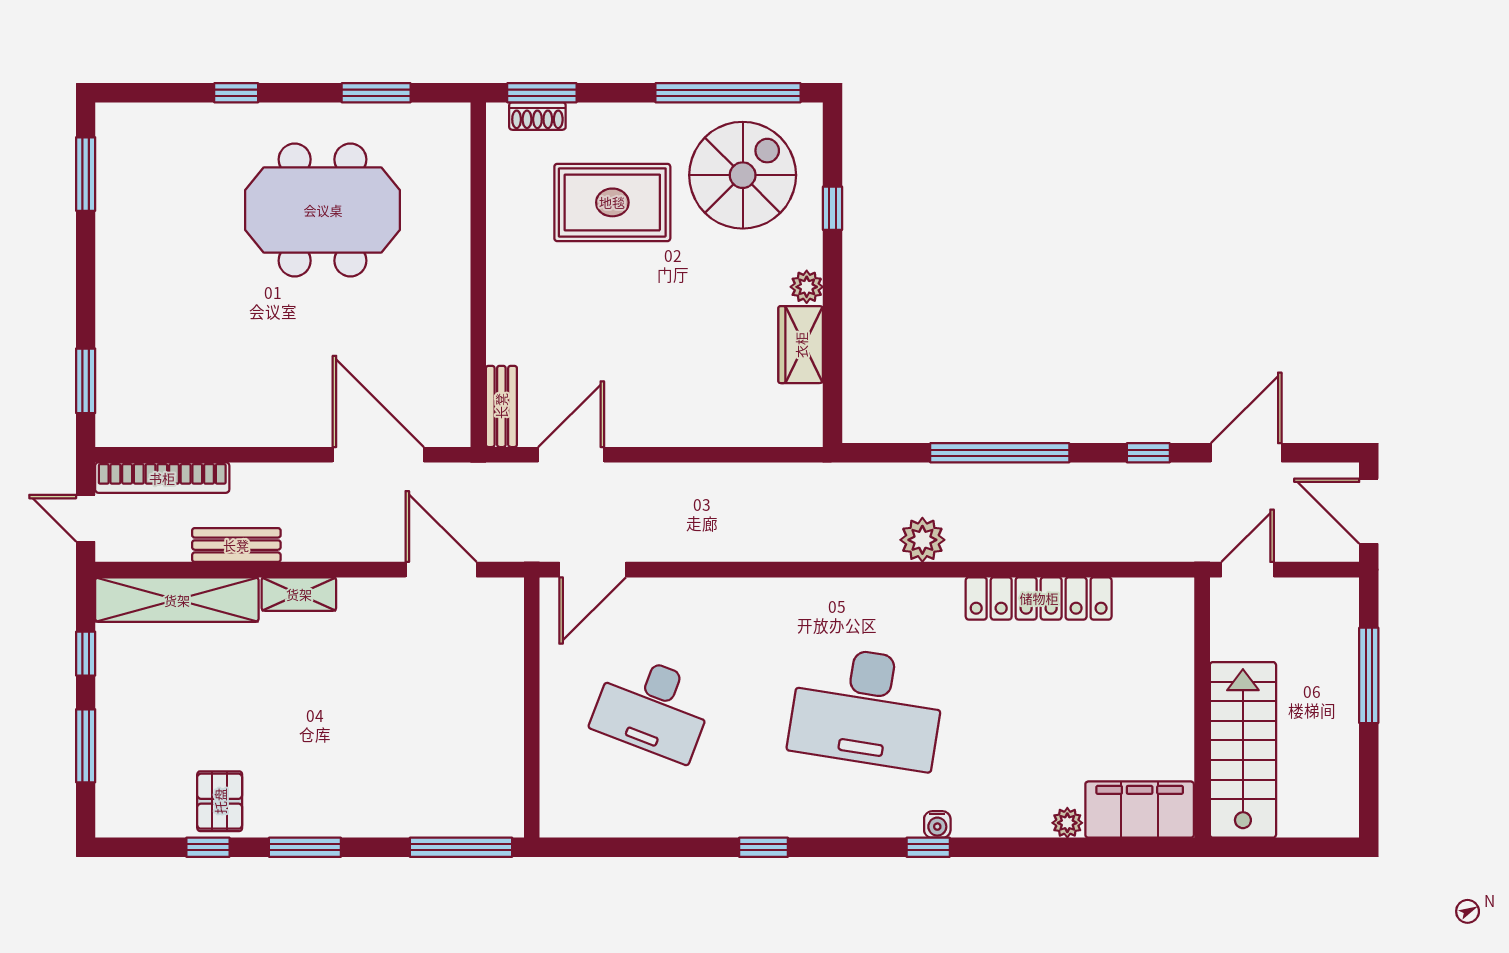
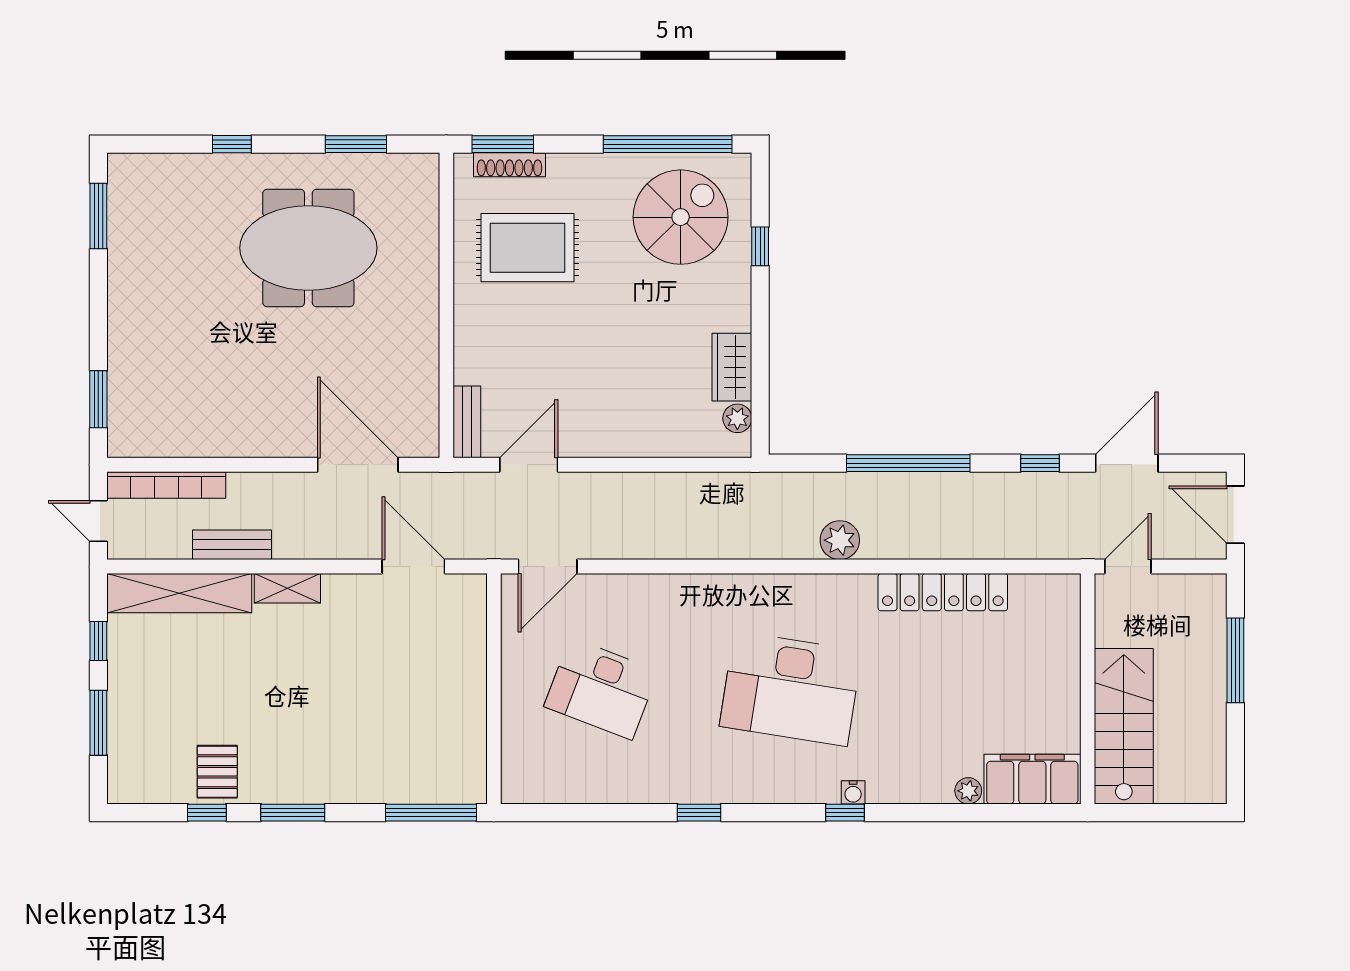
shoe rack: (537, 116) -> (510, 165), width x1.43
rug: (612, 202) -> (528, 248), moved
plant: (807, 287) -> (737, 418), moved

